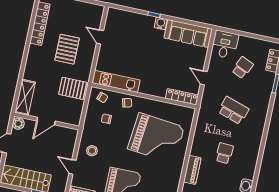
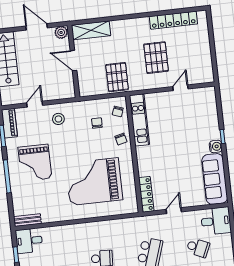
pallet: (67, 49) -> (156, 58), turned 90
grand piano: (156, 138) -> (94, 182), turned 84
piano: (192, 170) -> (73, 231), removed

